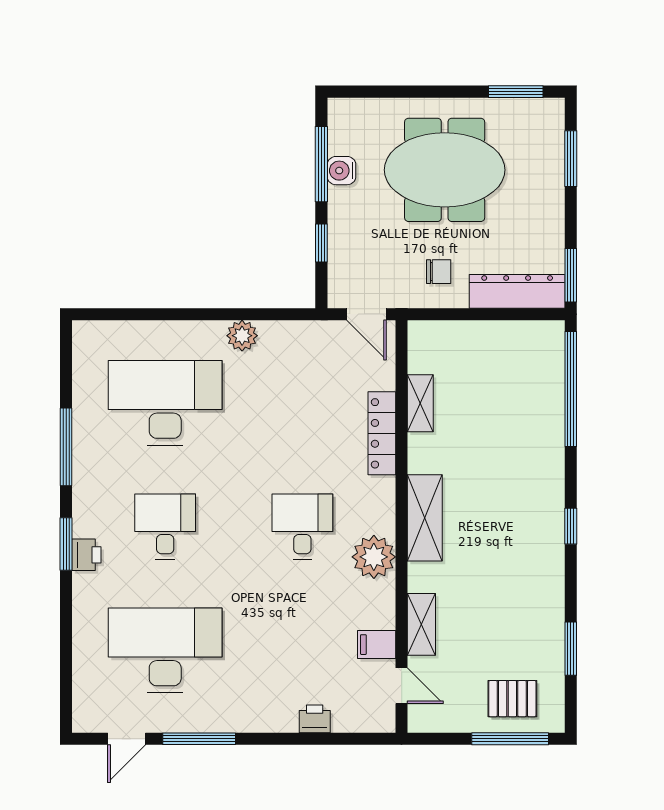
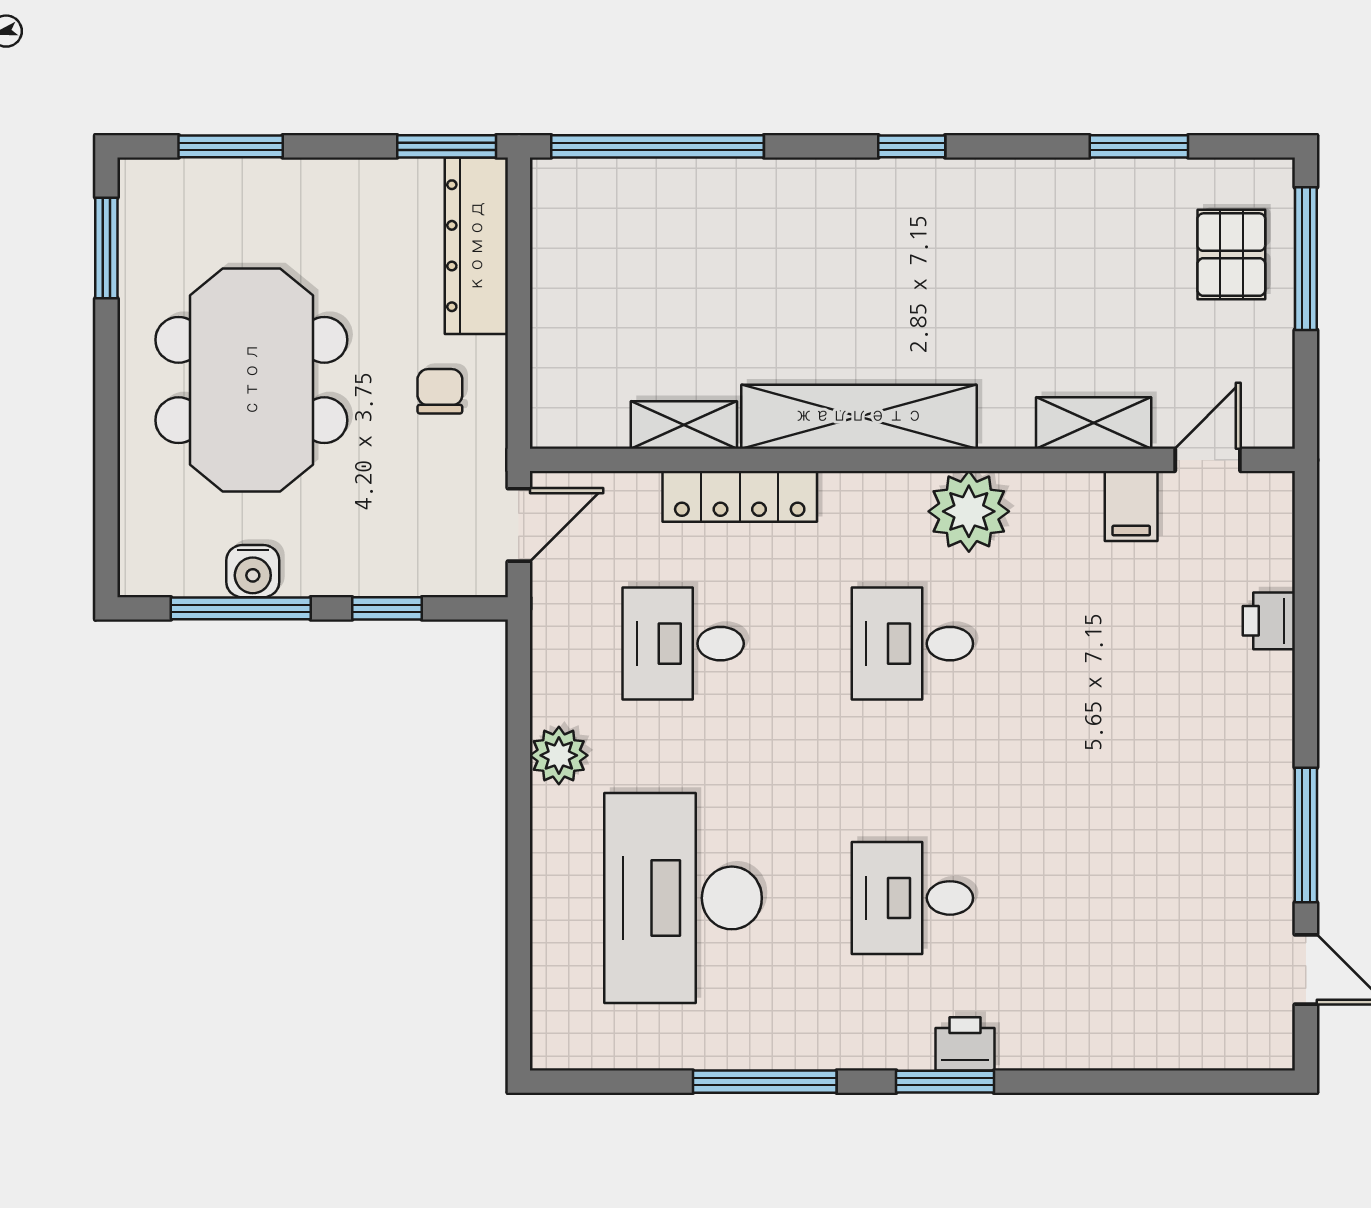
shelving: (425, 518) -> (859, 417), width x1.47
desk: (165, 650) -> (683, 644), moved, width x0.53, depth x0.77

